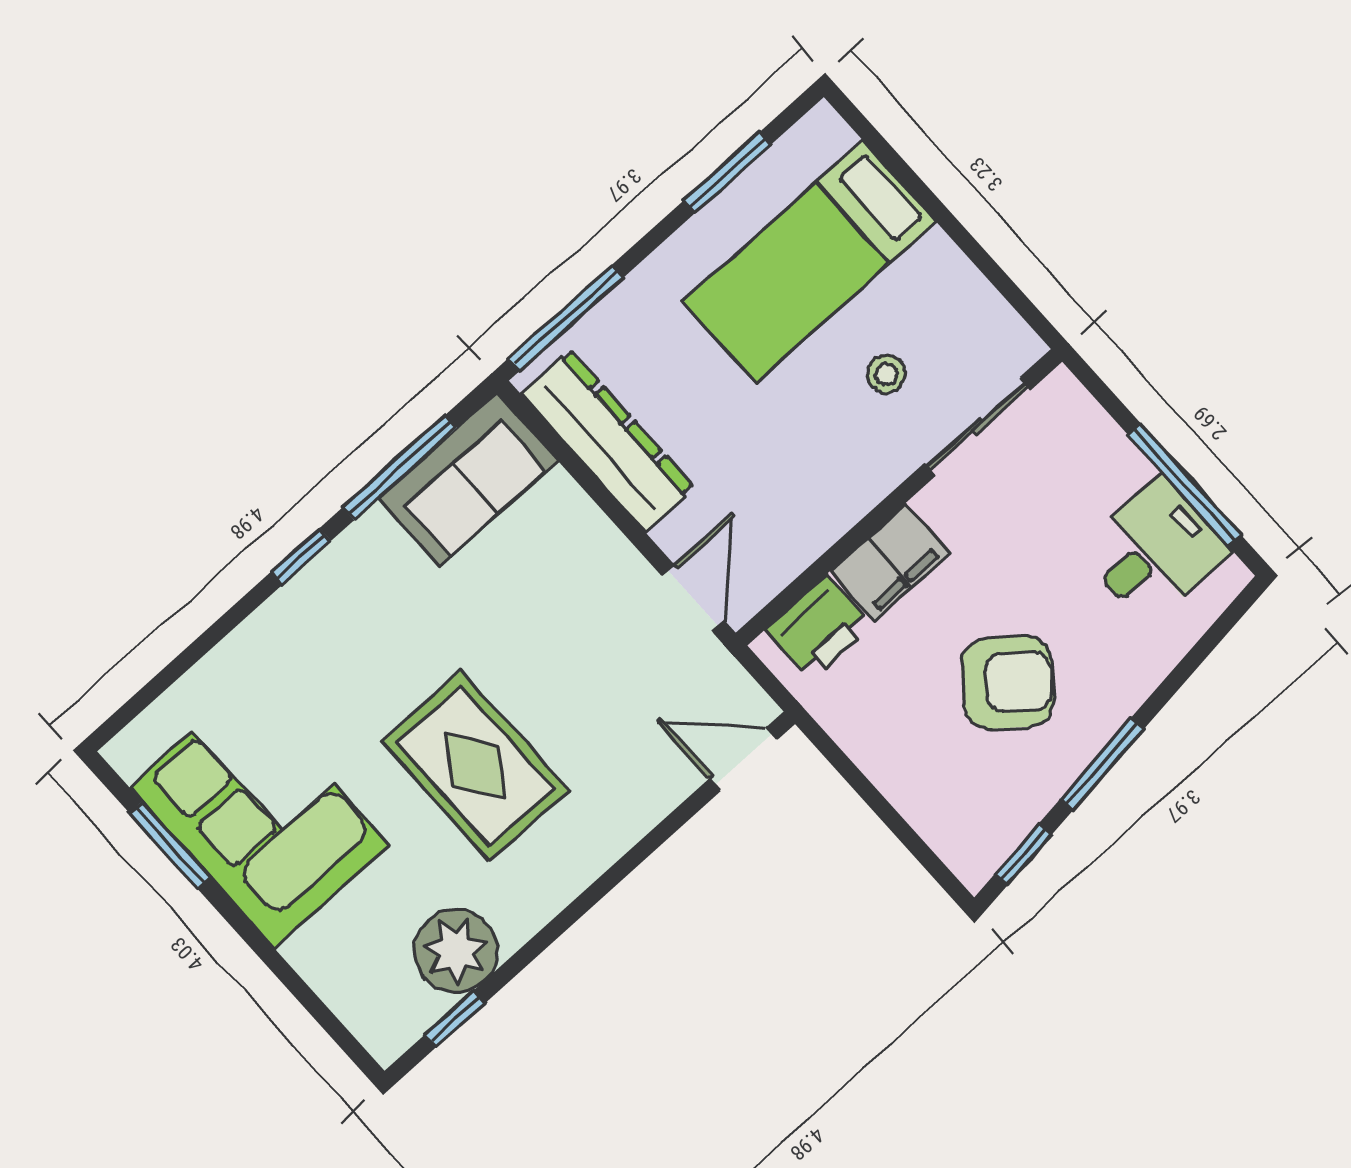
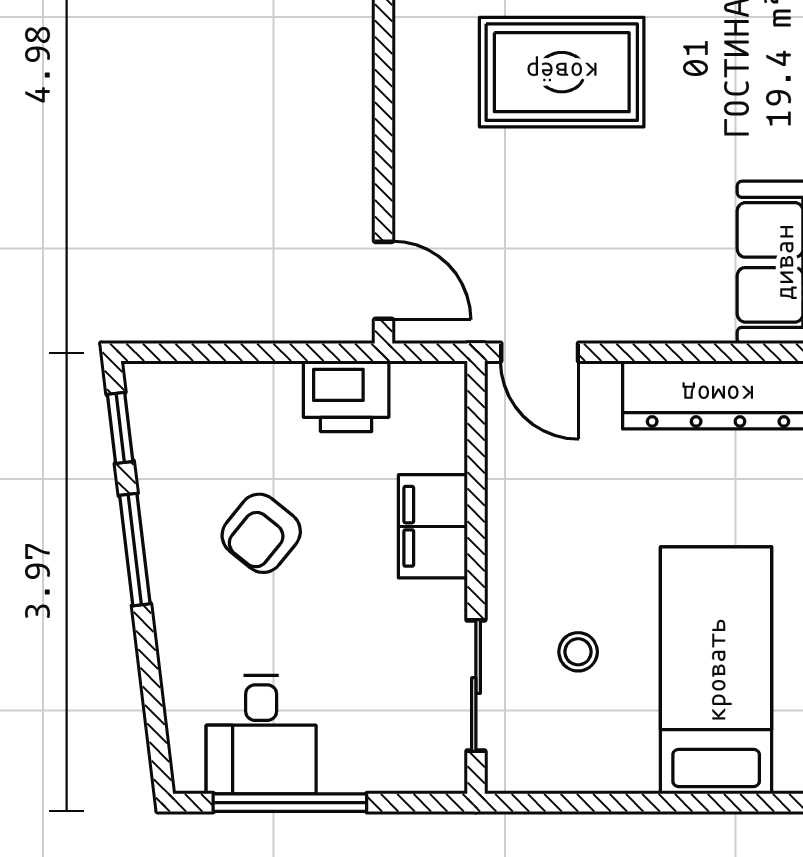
printer: (819, 628) -> (346, 396), moved, turned -90
armchair: (1008, 682) -> (261, 533), width x0.72, depth x0.72
door: (743, 759) -> (384, 280), hinge flipped

